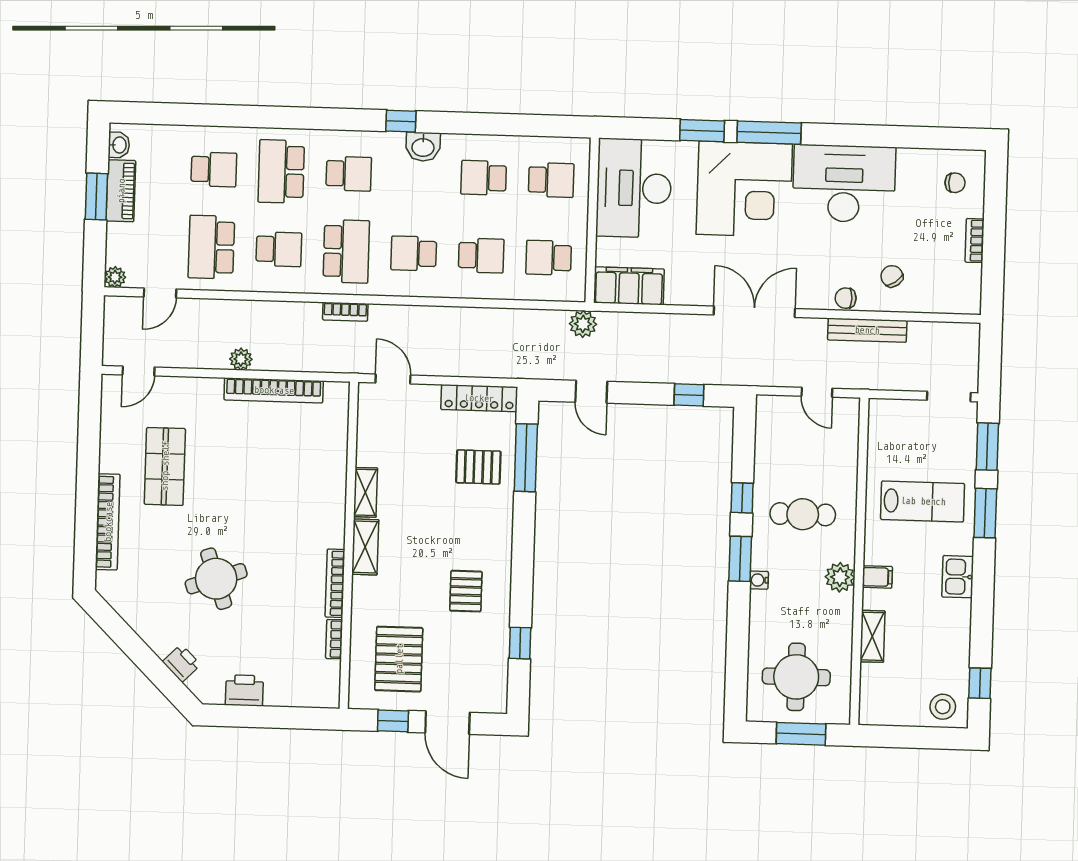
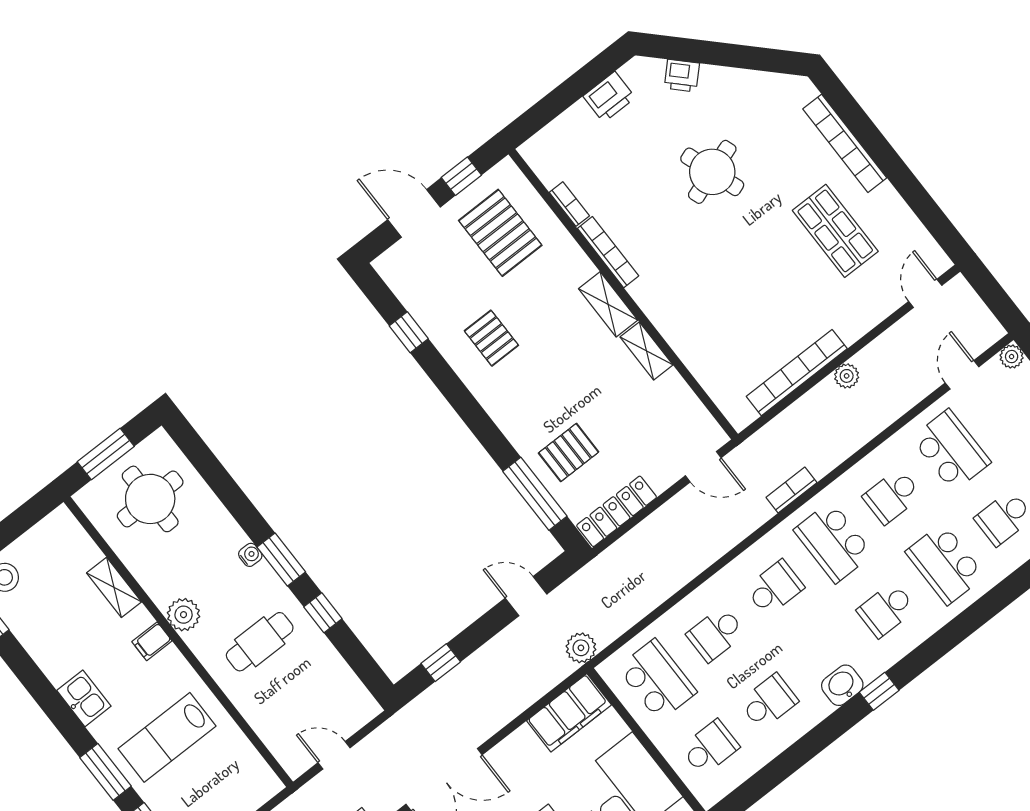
school desk: (281, 172) -> (945, 564), turned 180
school desk: (551, 180) -> (710, 748), turned 180
school desk: (549, 258) -> (657, 680), width x1.85

